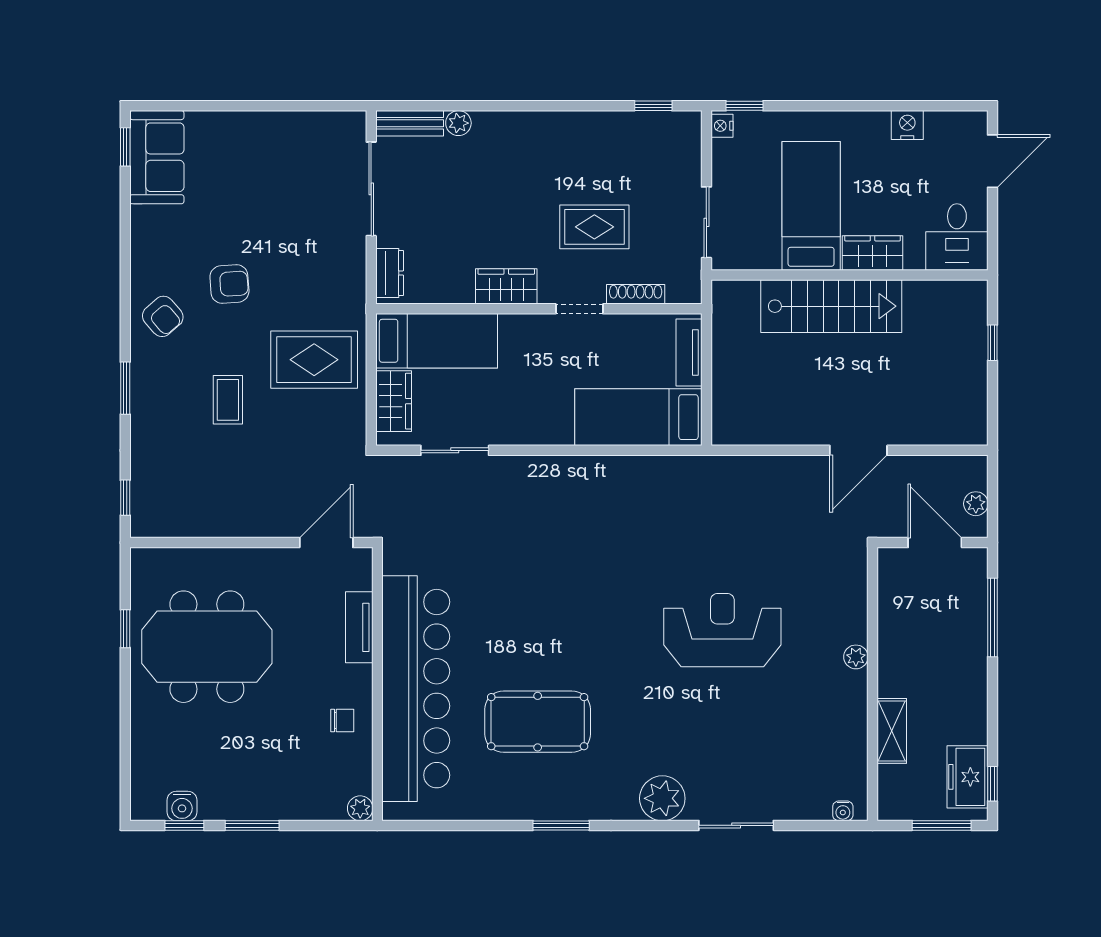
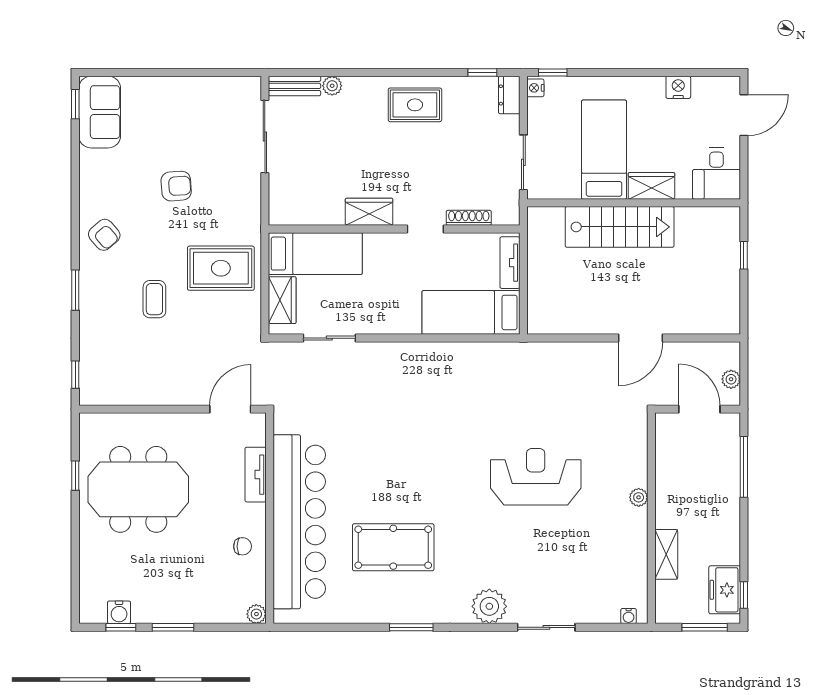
rug: (594, 227) -> (415, 105), moved
dresser: (390, 273) -> (509, 95), moved, turned 180
armchair: (229, 284) -> (176, 186), moved

